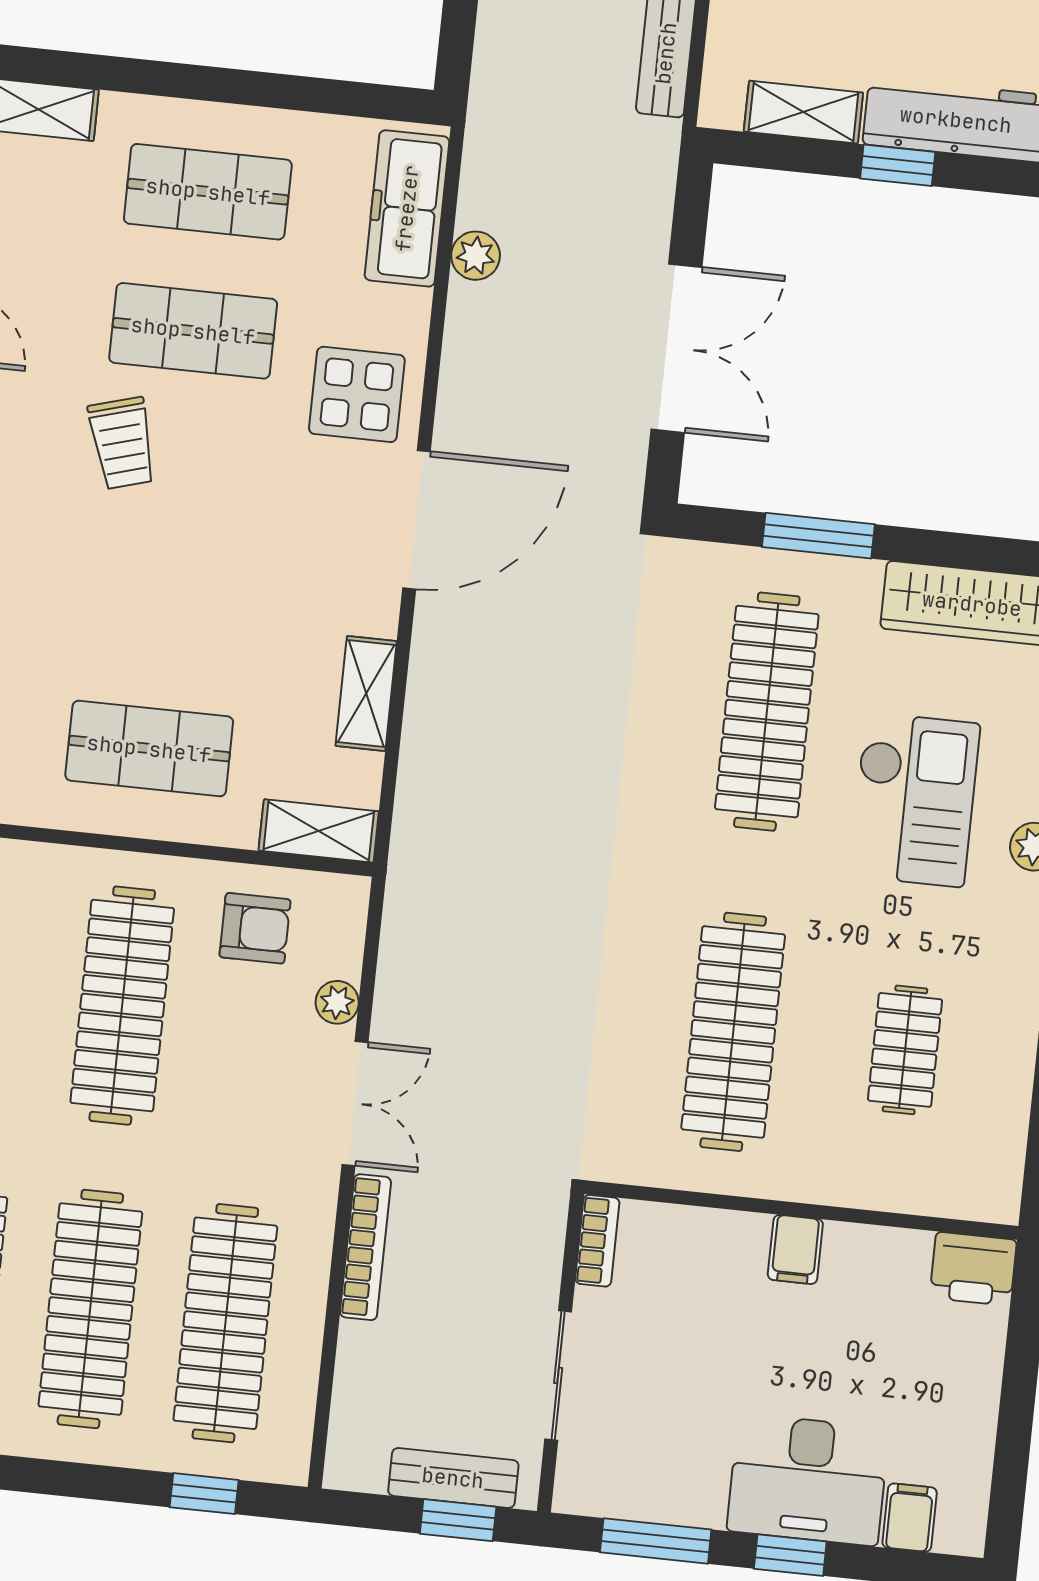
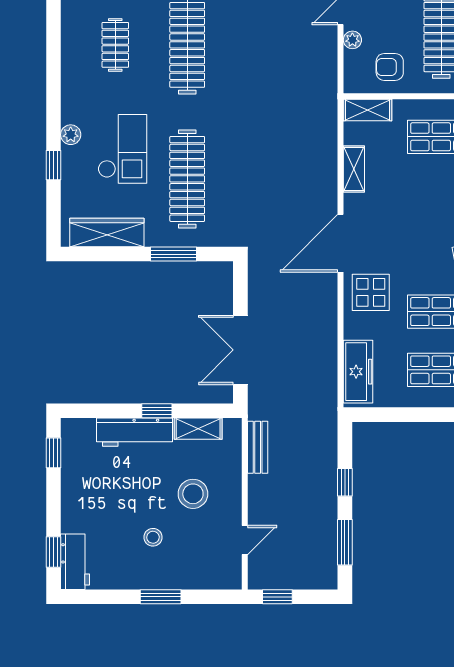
plant: (476, 256) -> (328, 355), removed
double door: (677, 348) -> (240, 350), moved
checkout: (914, 800) -> (122, 149), turned 180

